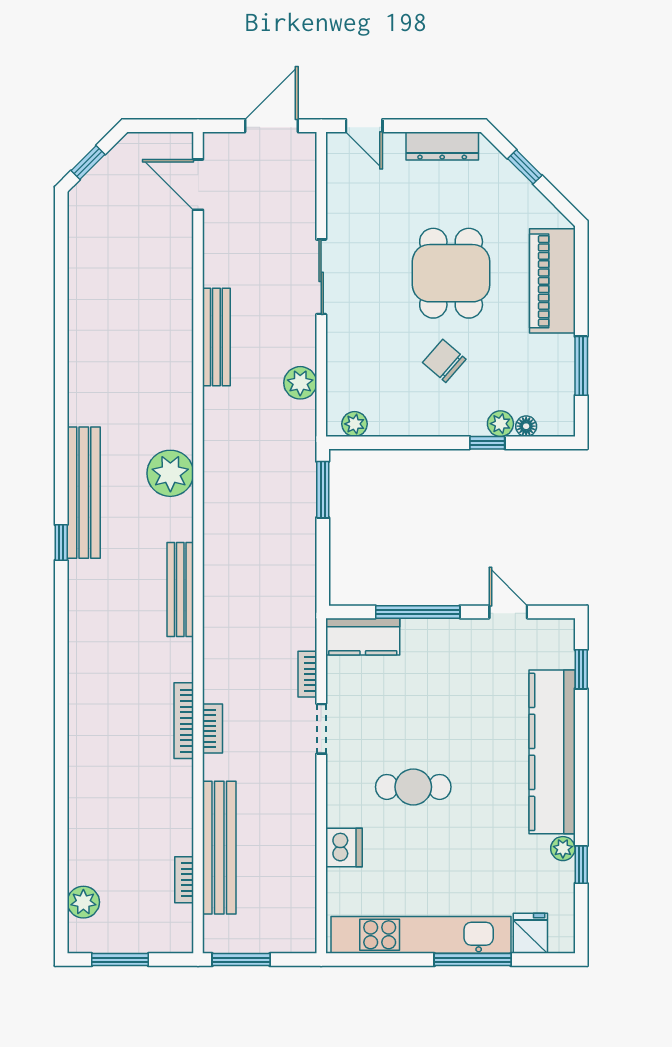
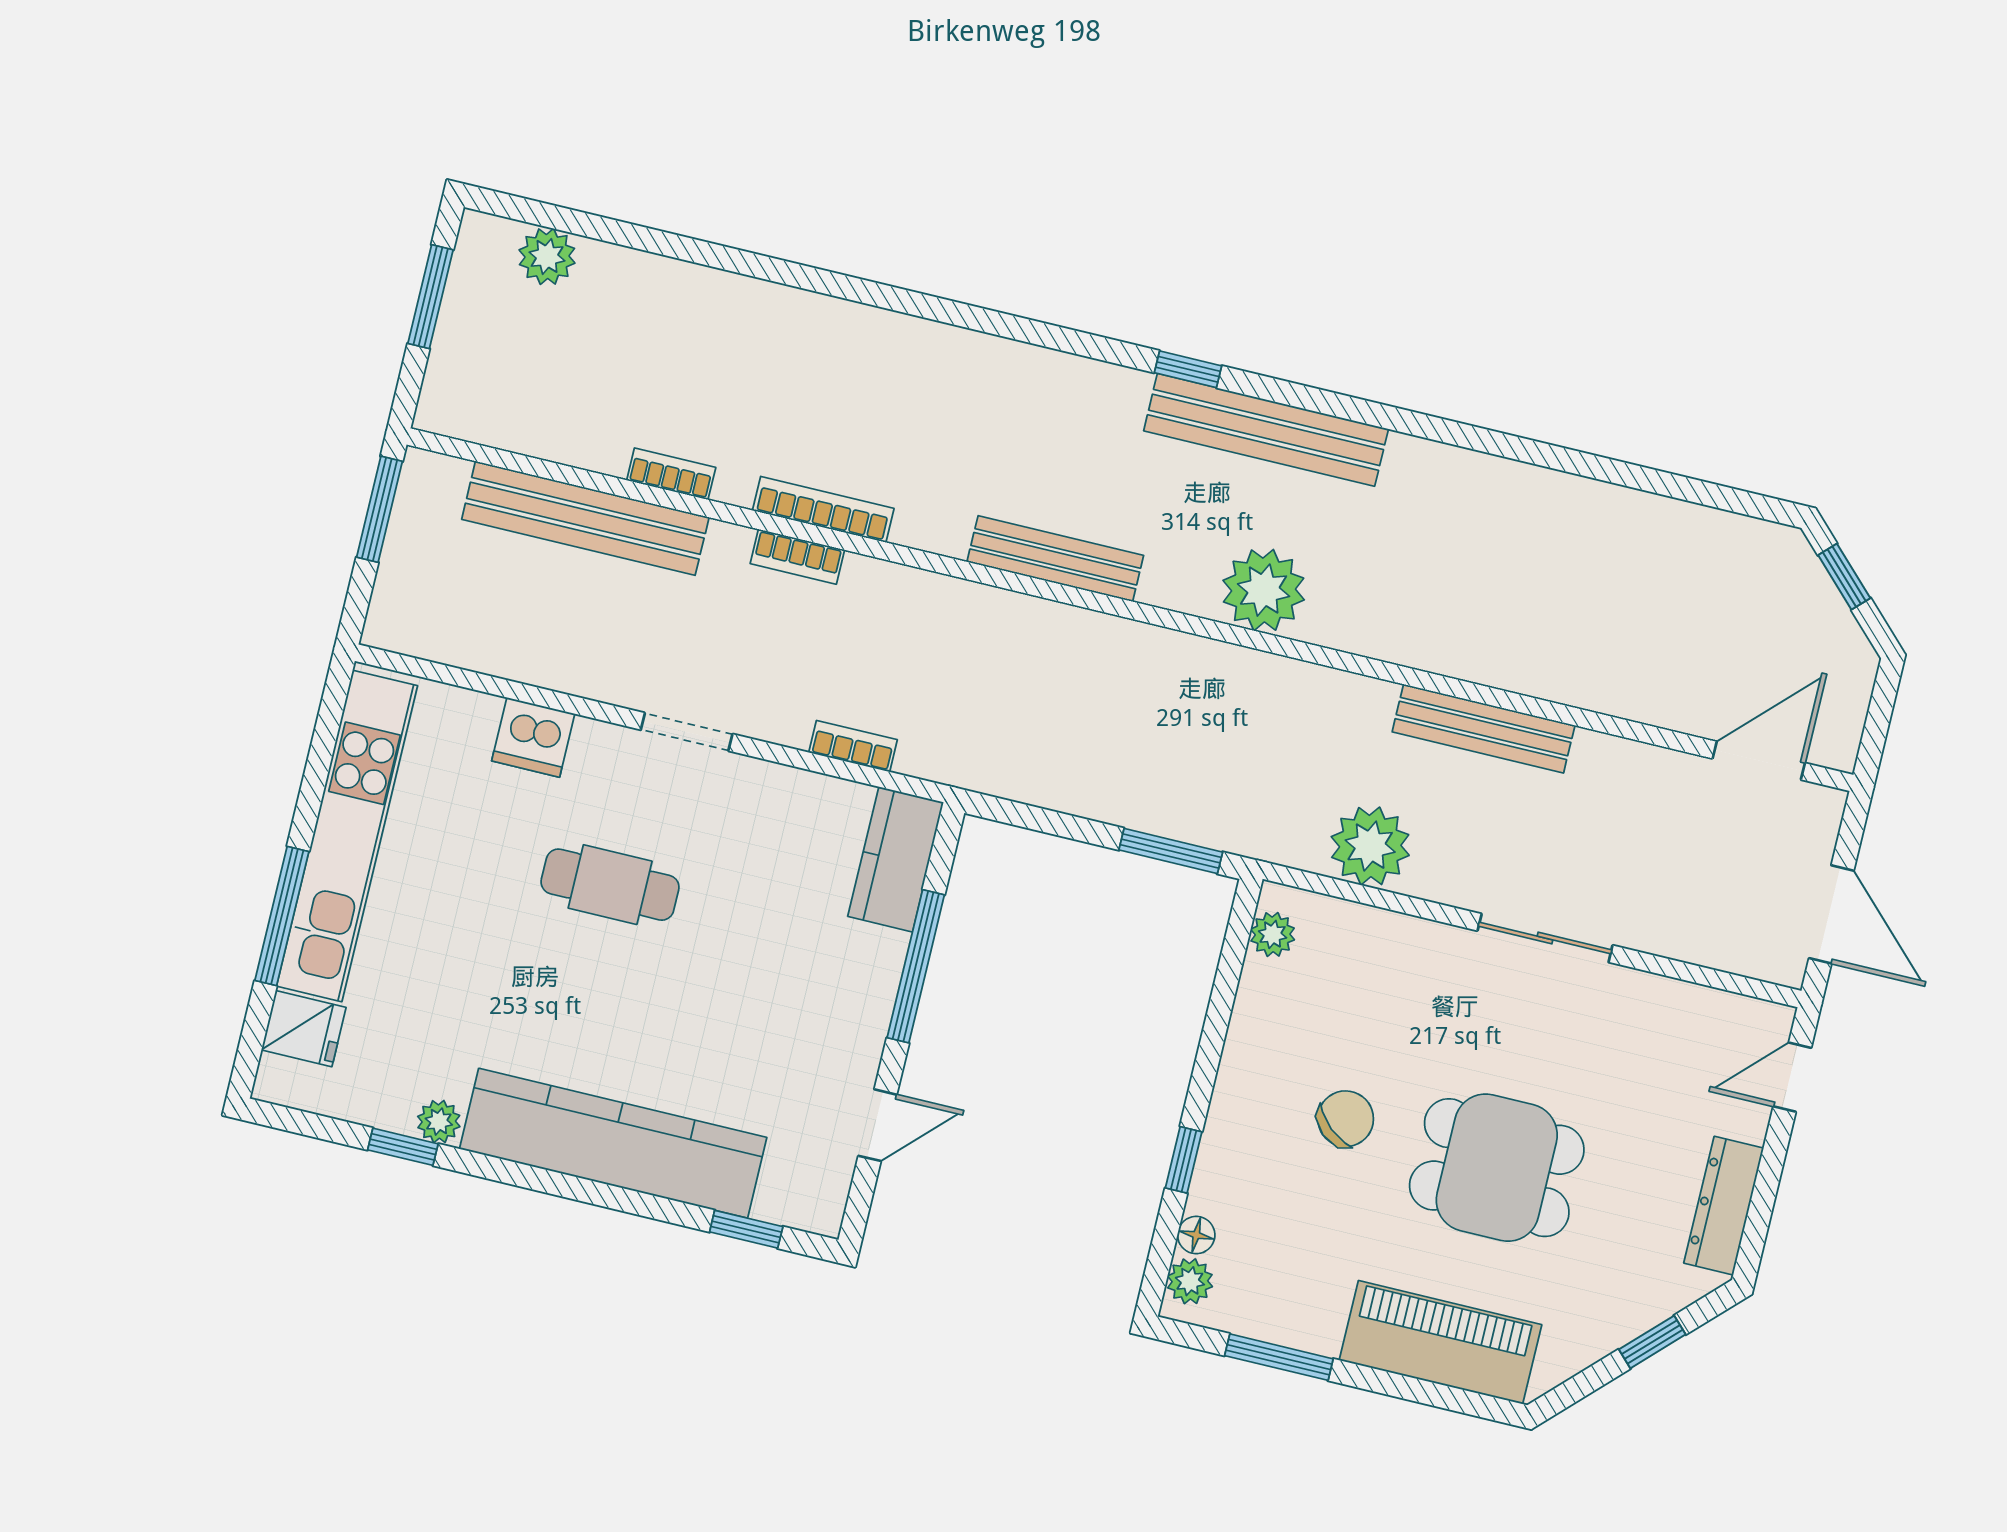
plant: (300, 383) -> (1370, 846), width x1.36, depth x1.36
plant: (500, 424) -> (1190, 1281), moved
doorway: (321, 729) -> (687, 732), moved
cafe table: (413, 787) -> (610, 885), turned 90
bookcase: (184, 880) -> (671, 474), moved

